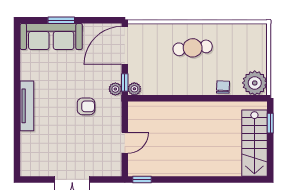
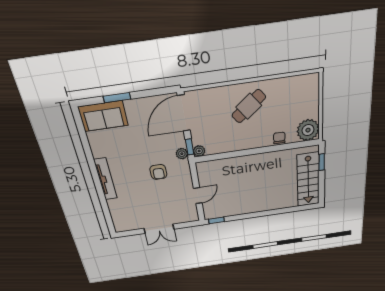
sofa: (51, 37) -> (103, 116), width x0.73
cafe table: (193, 48) -> (249, 106), turned -32
armchair: (86, 106) -> (158, 172), turned 90

